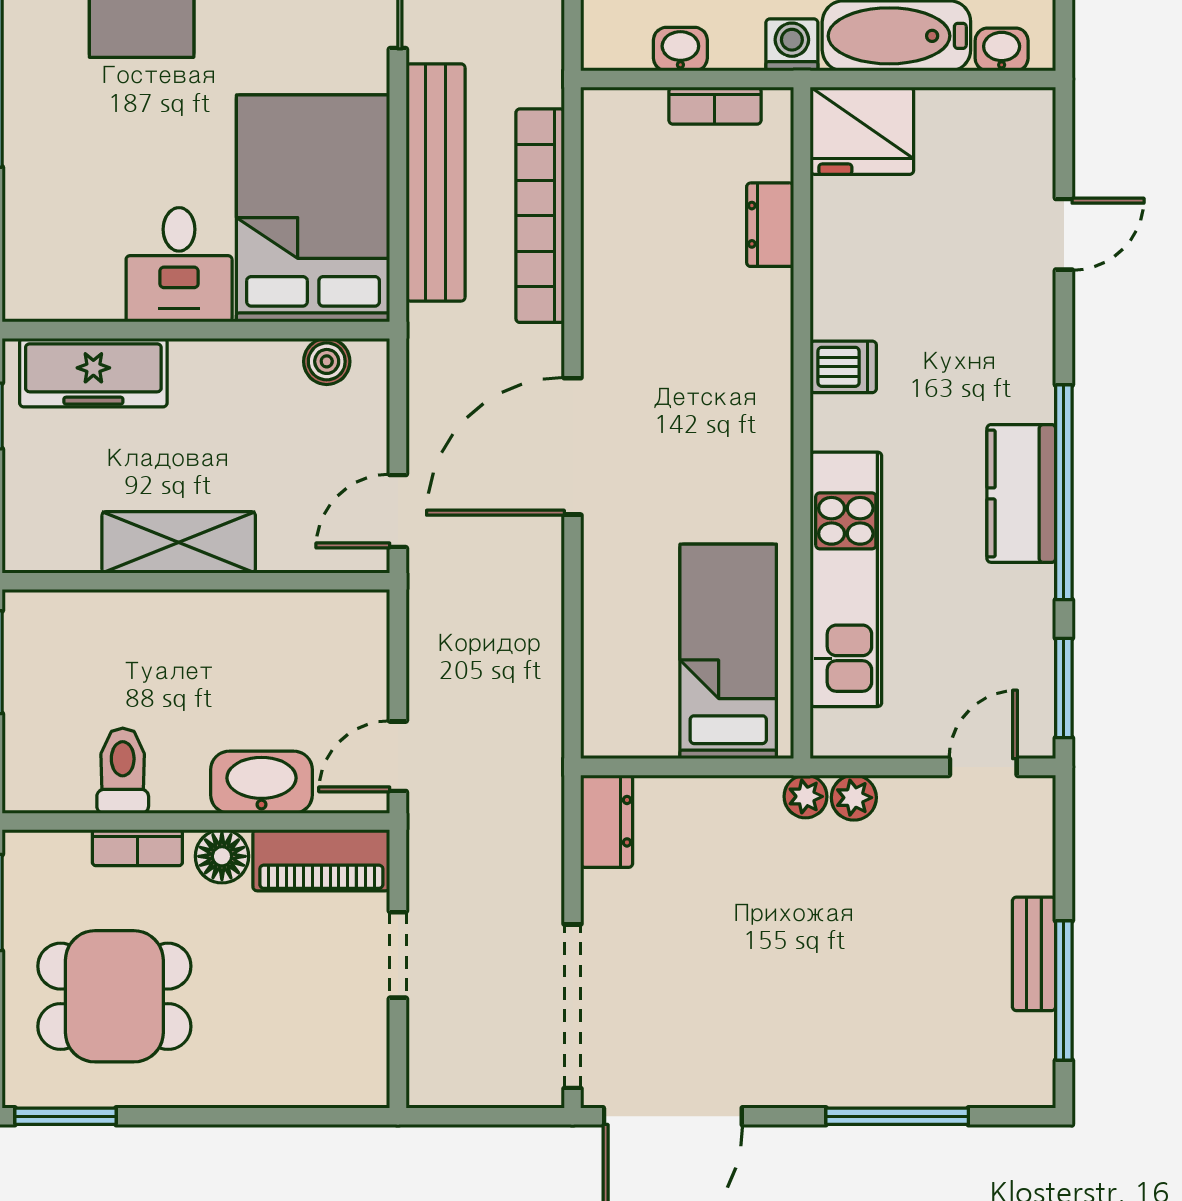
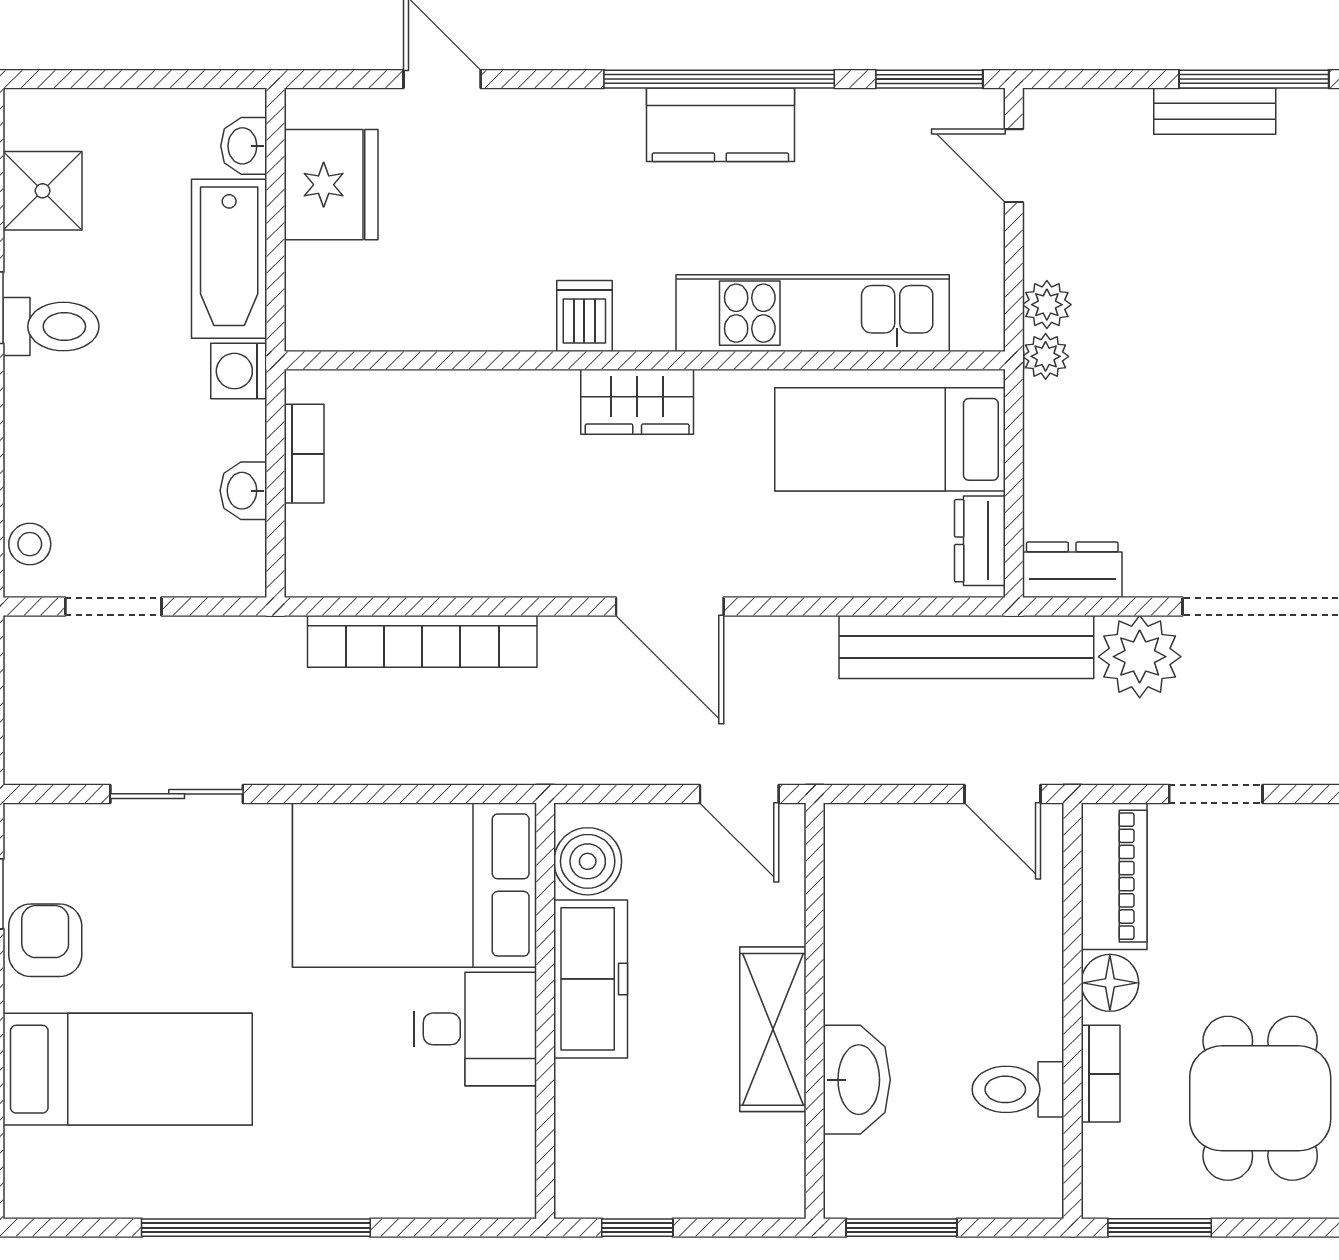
fridge: (862, 131) -> (331, 185), moved
bench: (436, 182) -> (966, 647), moved
dresser: (770, 225) -> (980, 541), moved, turned 90
boiler: (327, 361) -> (588, 861), width x1.36, depth x1.36
freezer: (93, 373) -> (591, 979), moved
wardrobe: (763, 416) -> (637, 402), added
door: (573, 446) -> (670, 606), width x0.73
washbasin: (262, 782) -> (857, 1080), moved, turned 180
plant: (526, 884) -> (1140, 657), added

